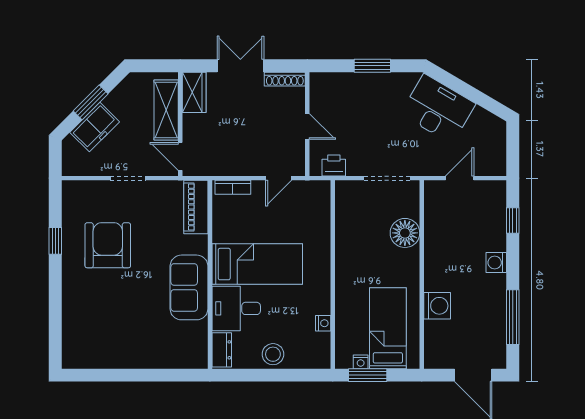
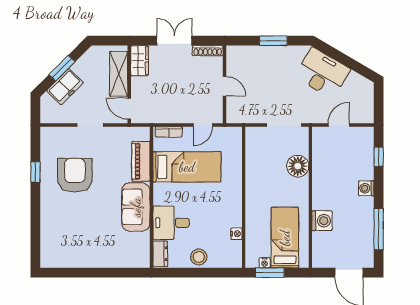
printer: (334, 165) -> (244, 115), removed
piano: (196, 207) -> (141, 161), moved
bed: (257, 264) -> (187, 167), moved

